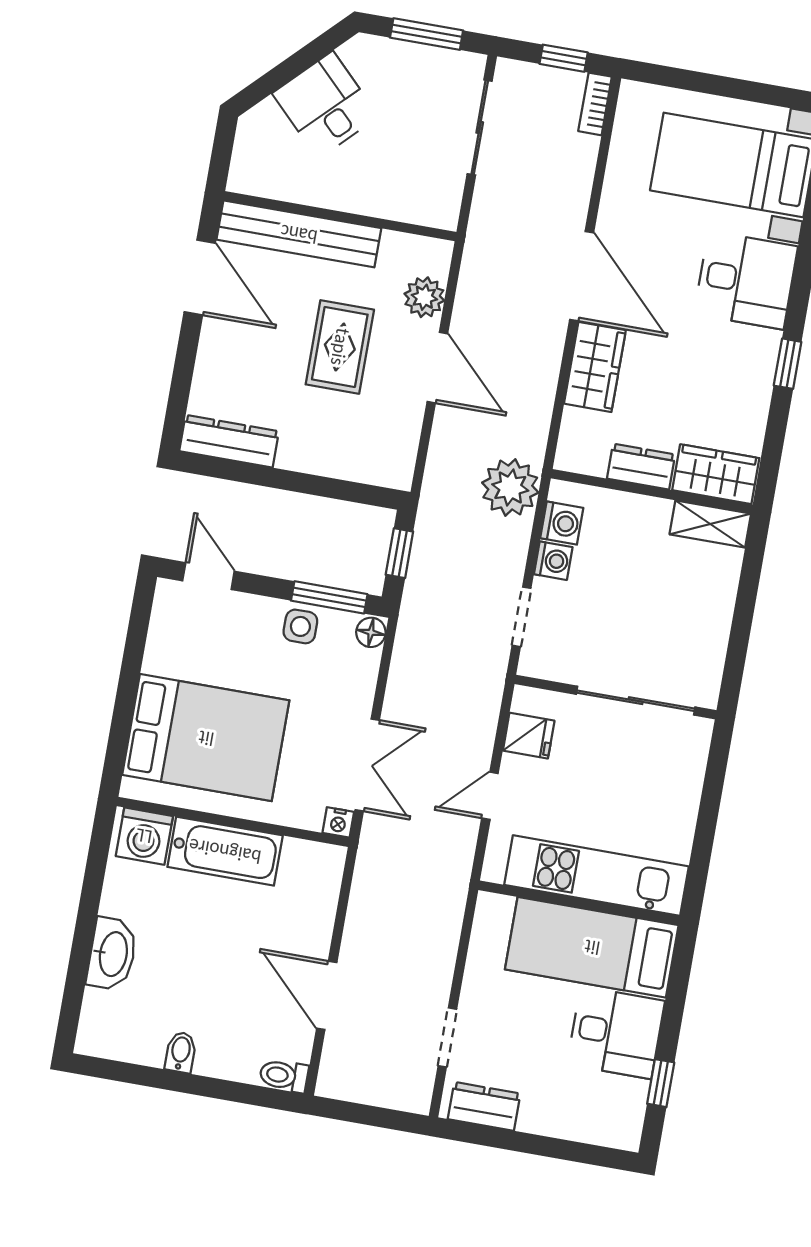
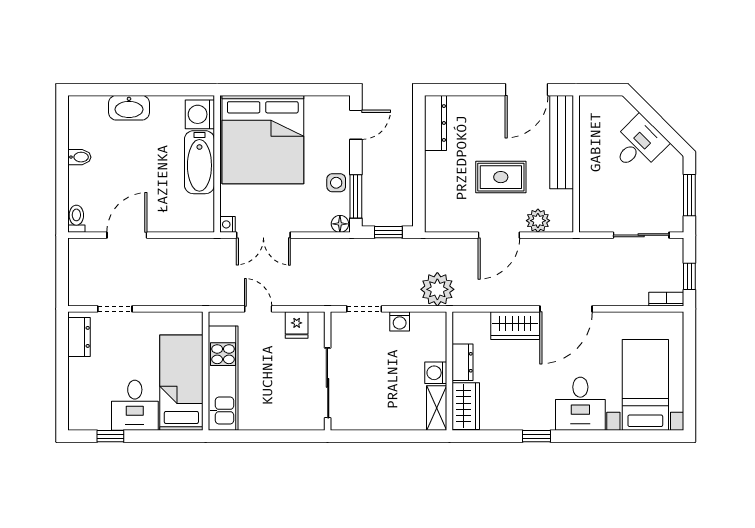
washing machine: (562, 523) -> (436, 373), moved, turned 90
bed: (206, 738) -> (263, 140), width x1.36

